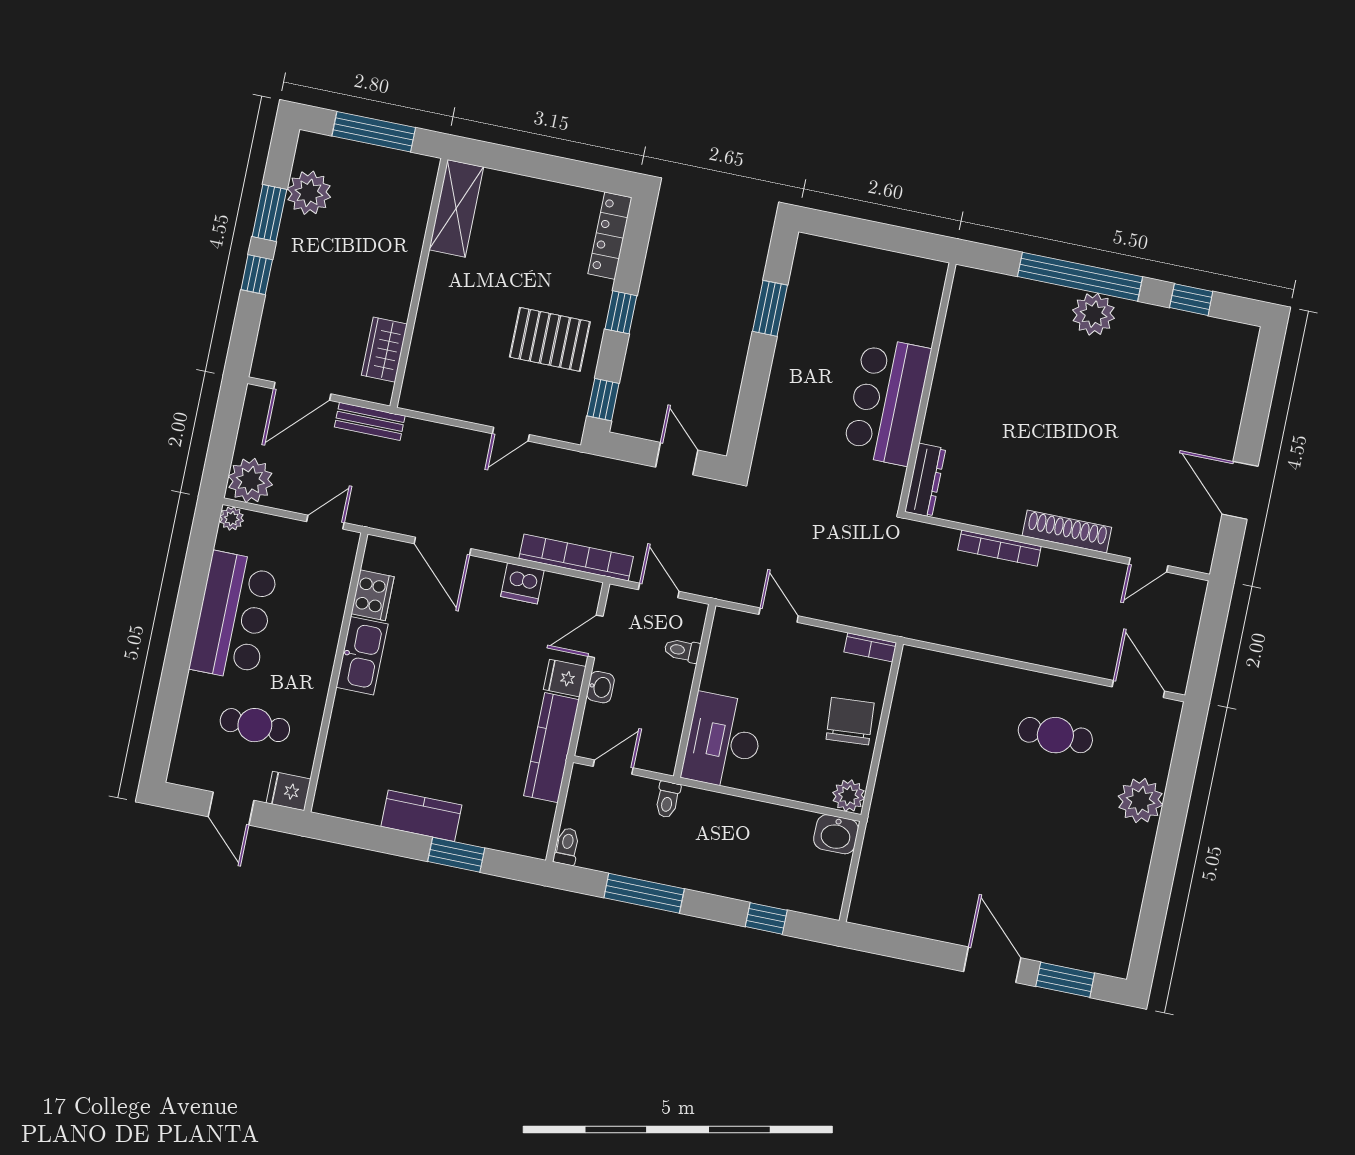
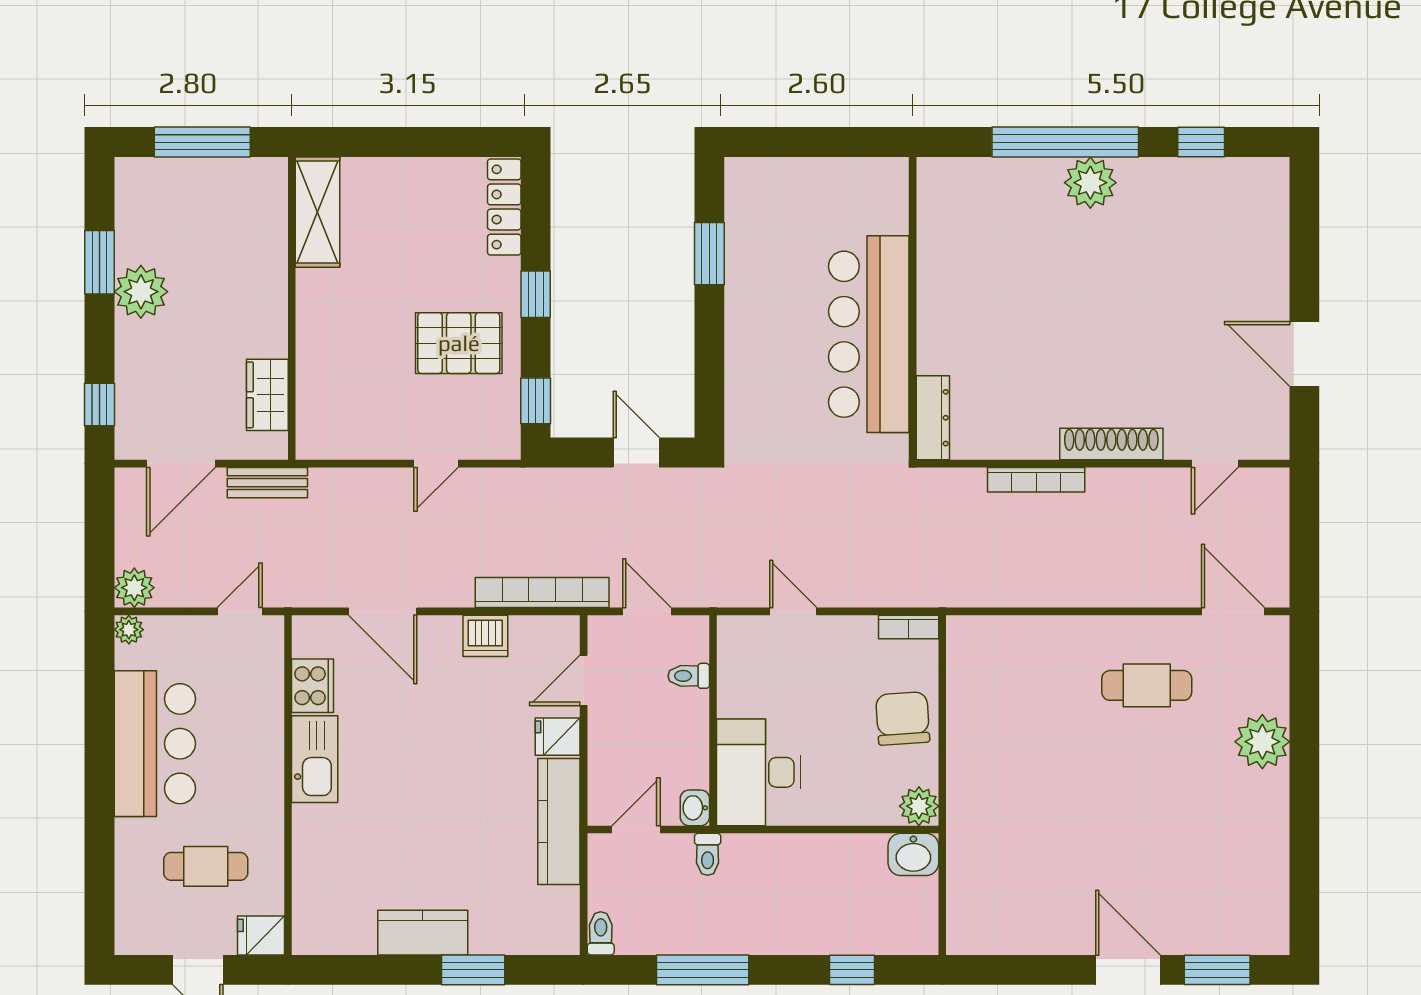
plant: (309, 193) -> (141, 292), moved
window: (257, 275) -> (100, 405), moved
bar counter: (887, 401) -> (869, 334), width x1.36
plant: (250, 480) -> (134, 588), width x0.73, depth x0.73
washbasin: (601, 687) -> (695, 808), moved, turned 180

